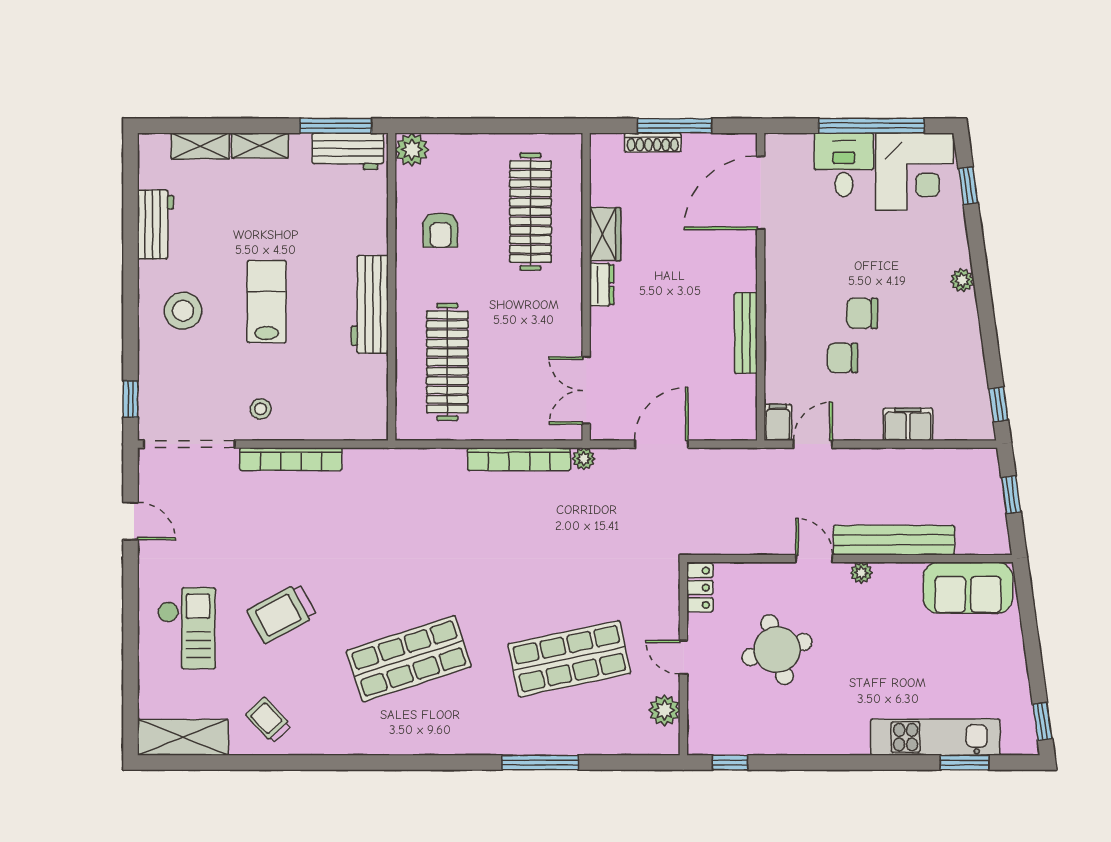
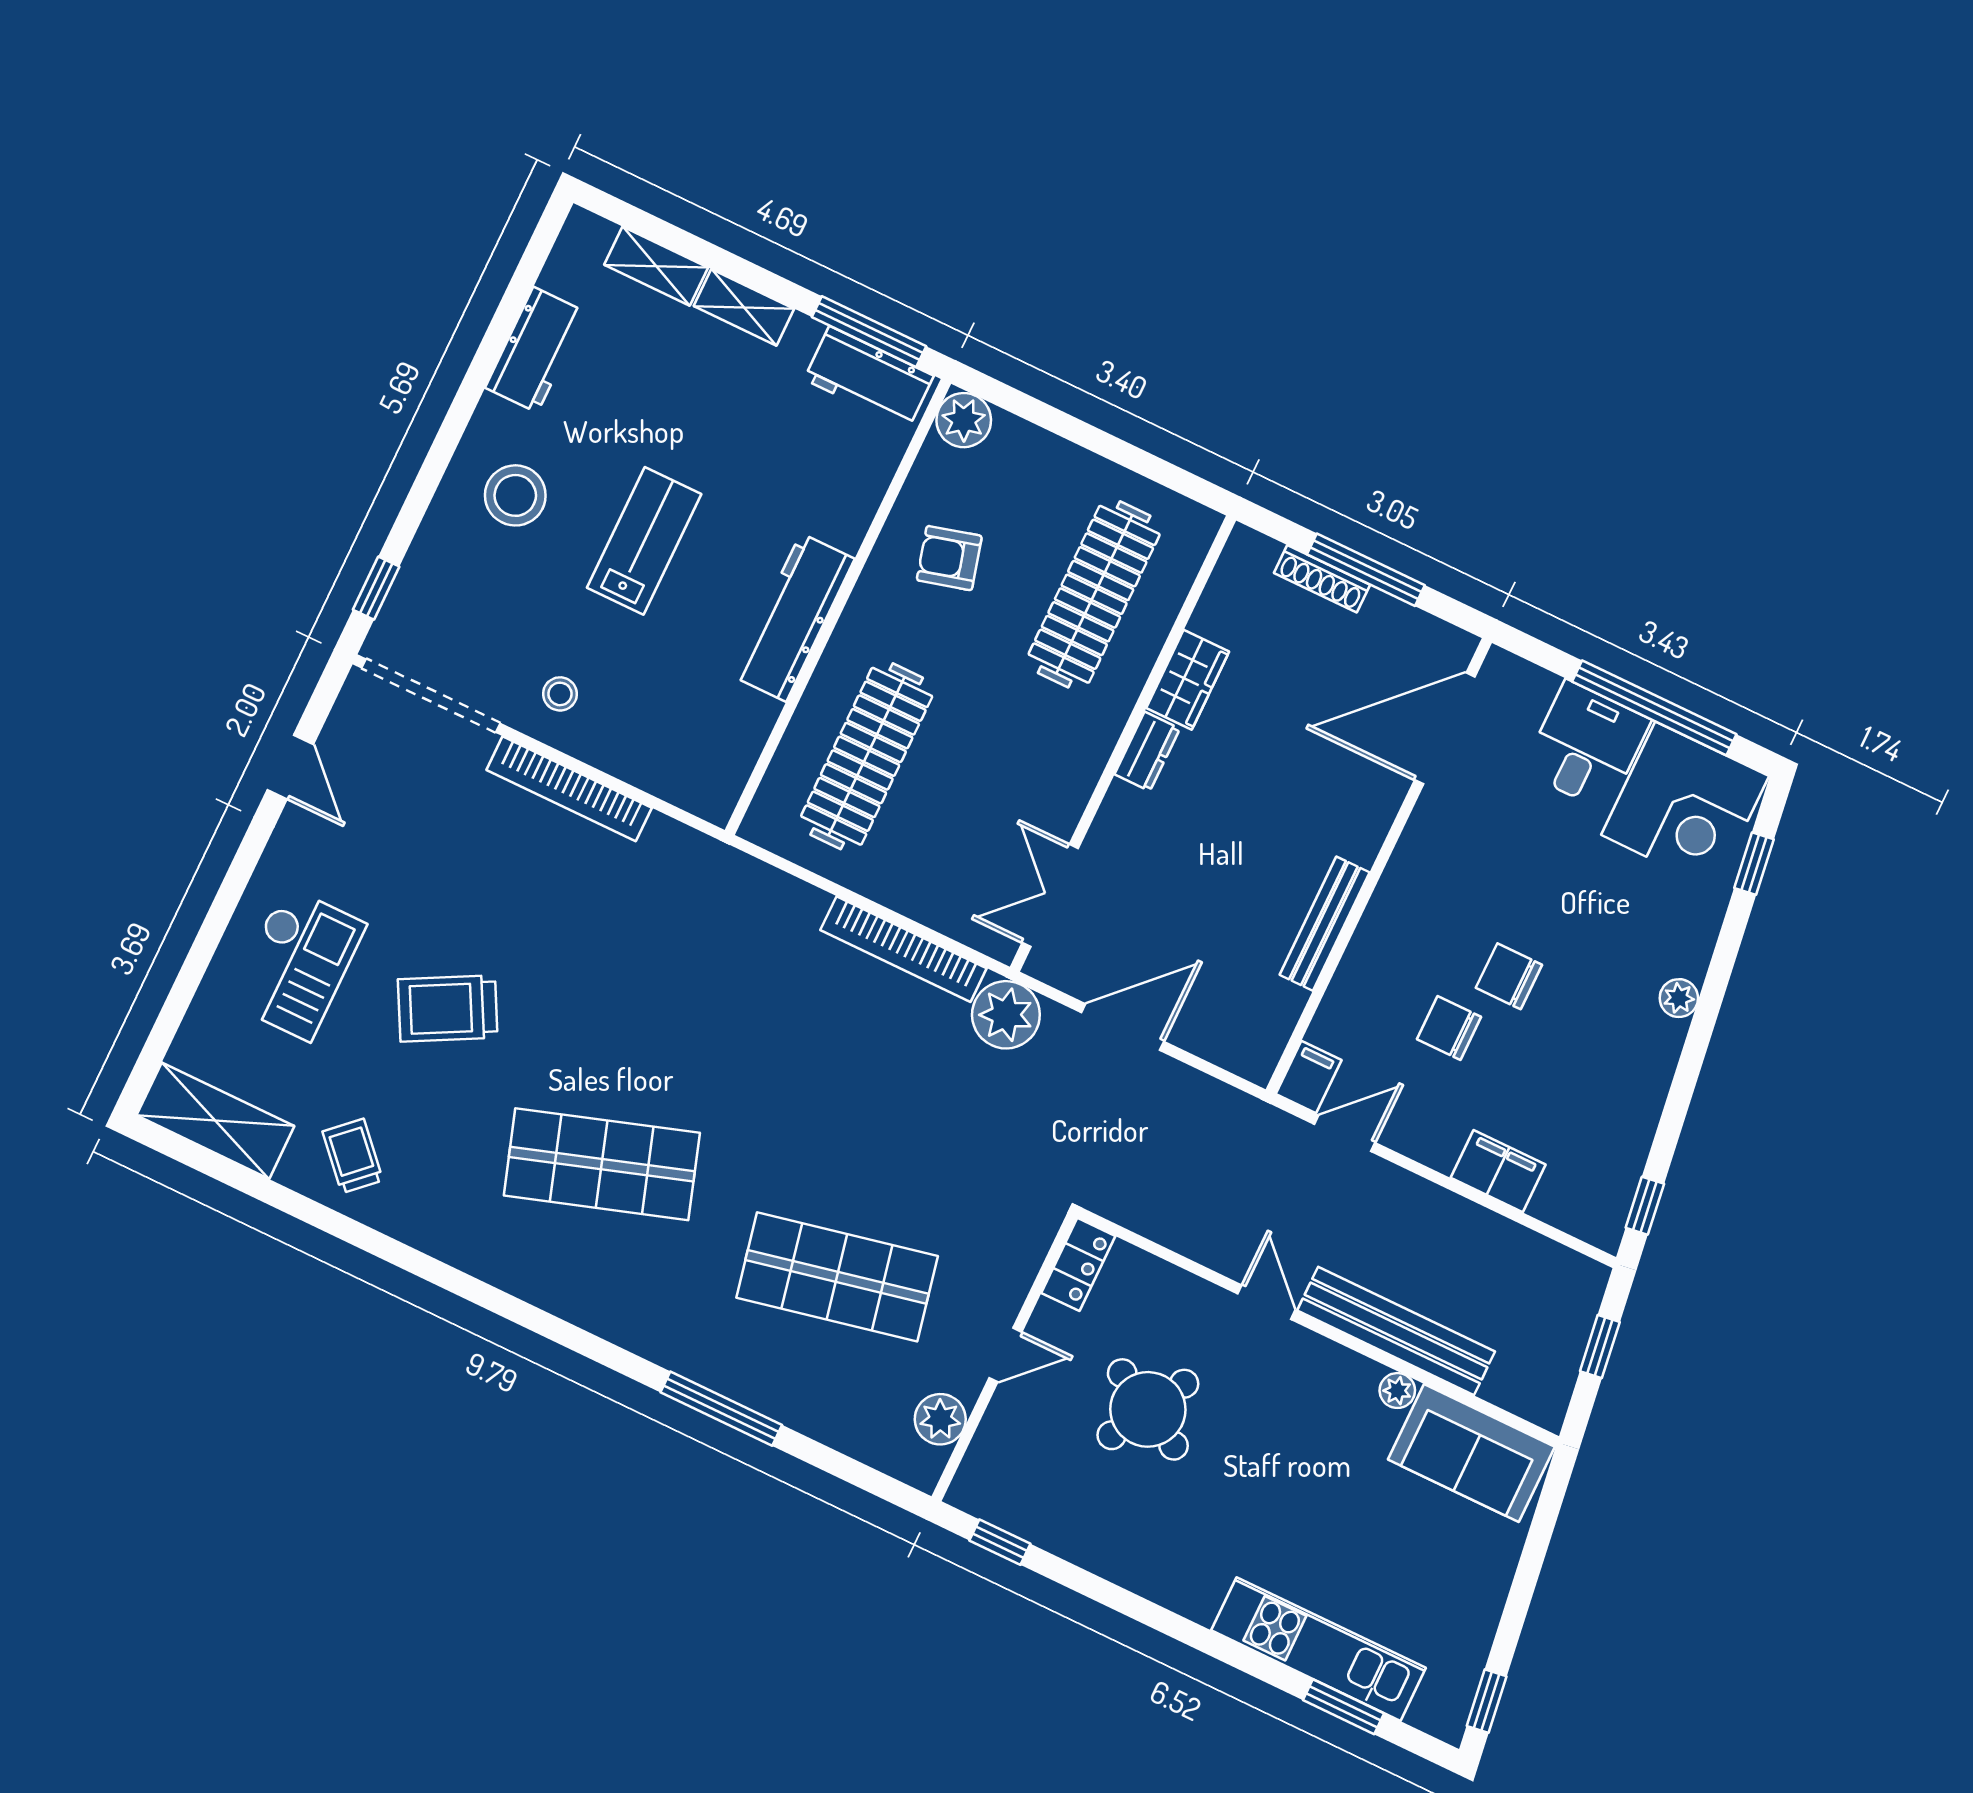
armchair: (440, 230) -> (949, 558), turned 75
plant: (584, 459) -> (1006, 1015), width x1.88, depth x1.88
plant: (861, 573) -> (1397, 1391), moved
round table: (777, 650) -> (1148, 1409), turned 45
door: (683, 657) -> (1005, 1355), swing flipped

